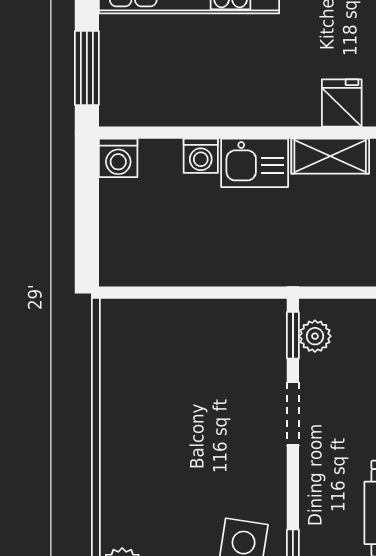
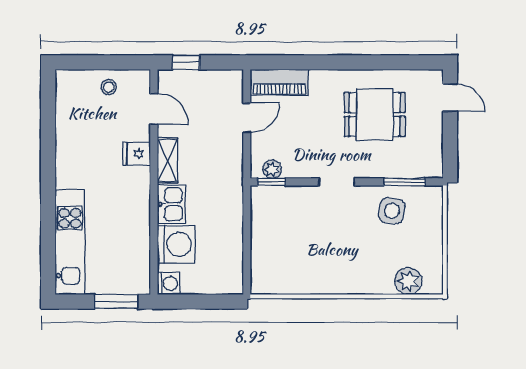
washing machine: (201, 156) -> (176, 244), width x1.89, depth x1.89
doorway: (293, 414) -> (337, 182), moved

